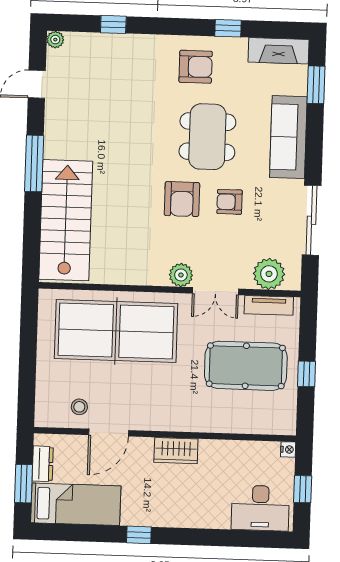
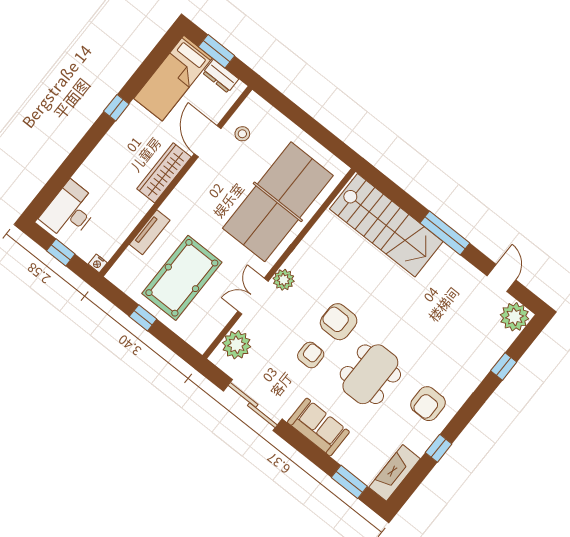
plant: (55, 40) -> (515, 317), width x1.87, depth x1.87
dining table: (207, 137) -> (370, 374), turned 90
sofa: (288, 137) -> (318, 427), width x0.73
tv unit: (269, 305) -> (150, 232), moved, turned 180
wardrobe: (176, 451) -> (164, 173), width x1.50

